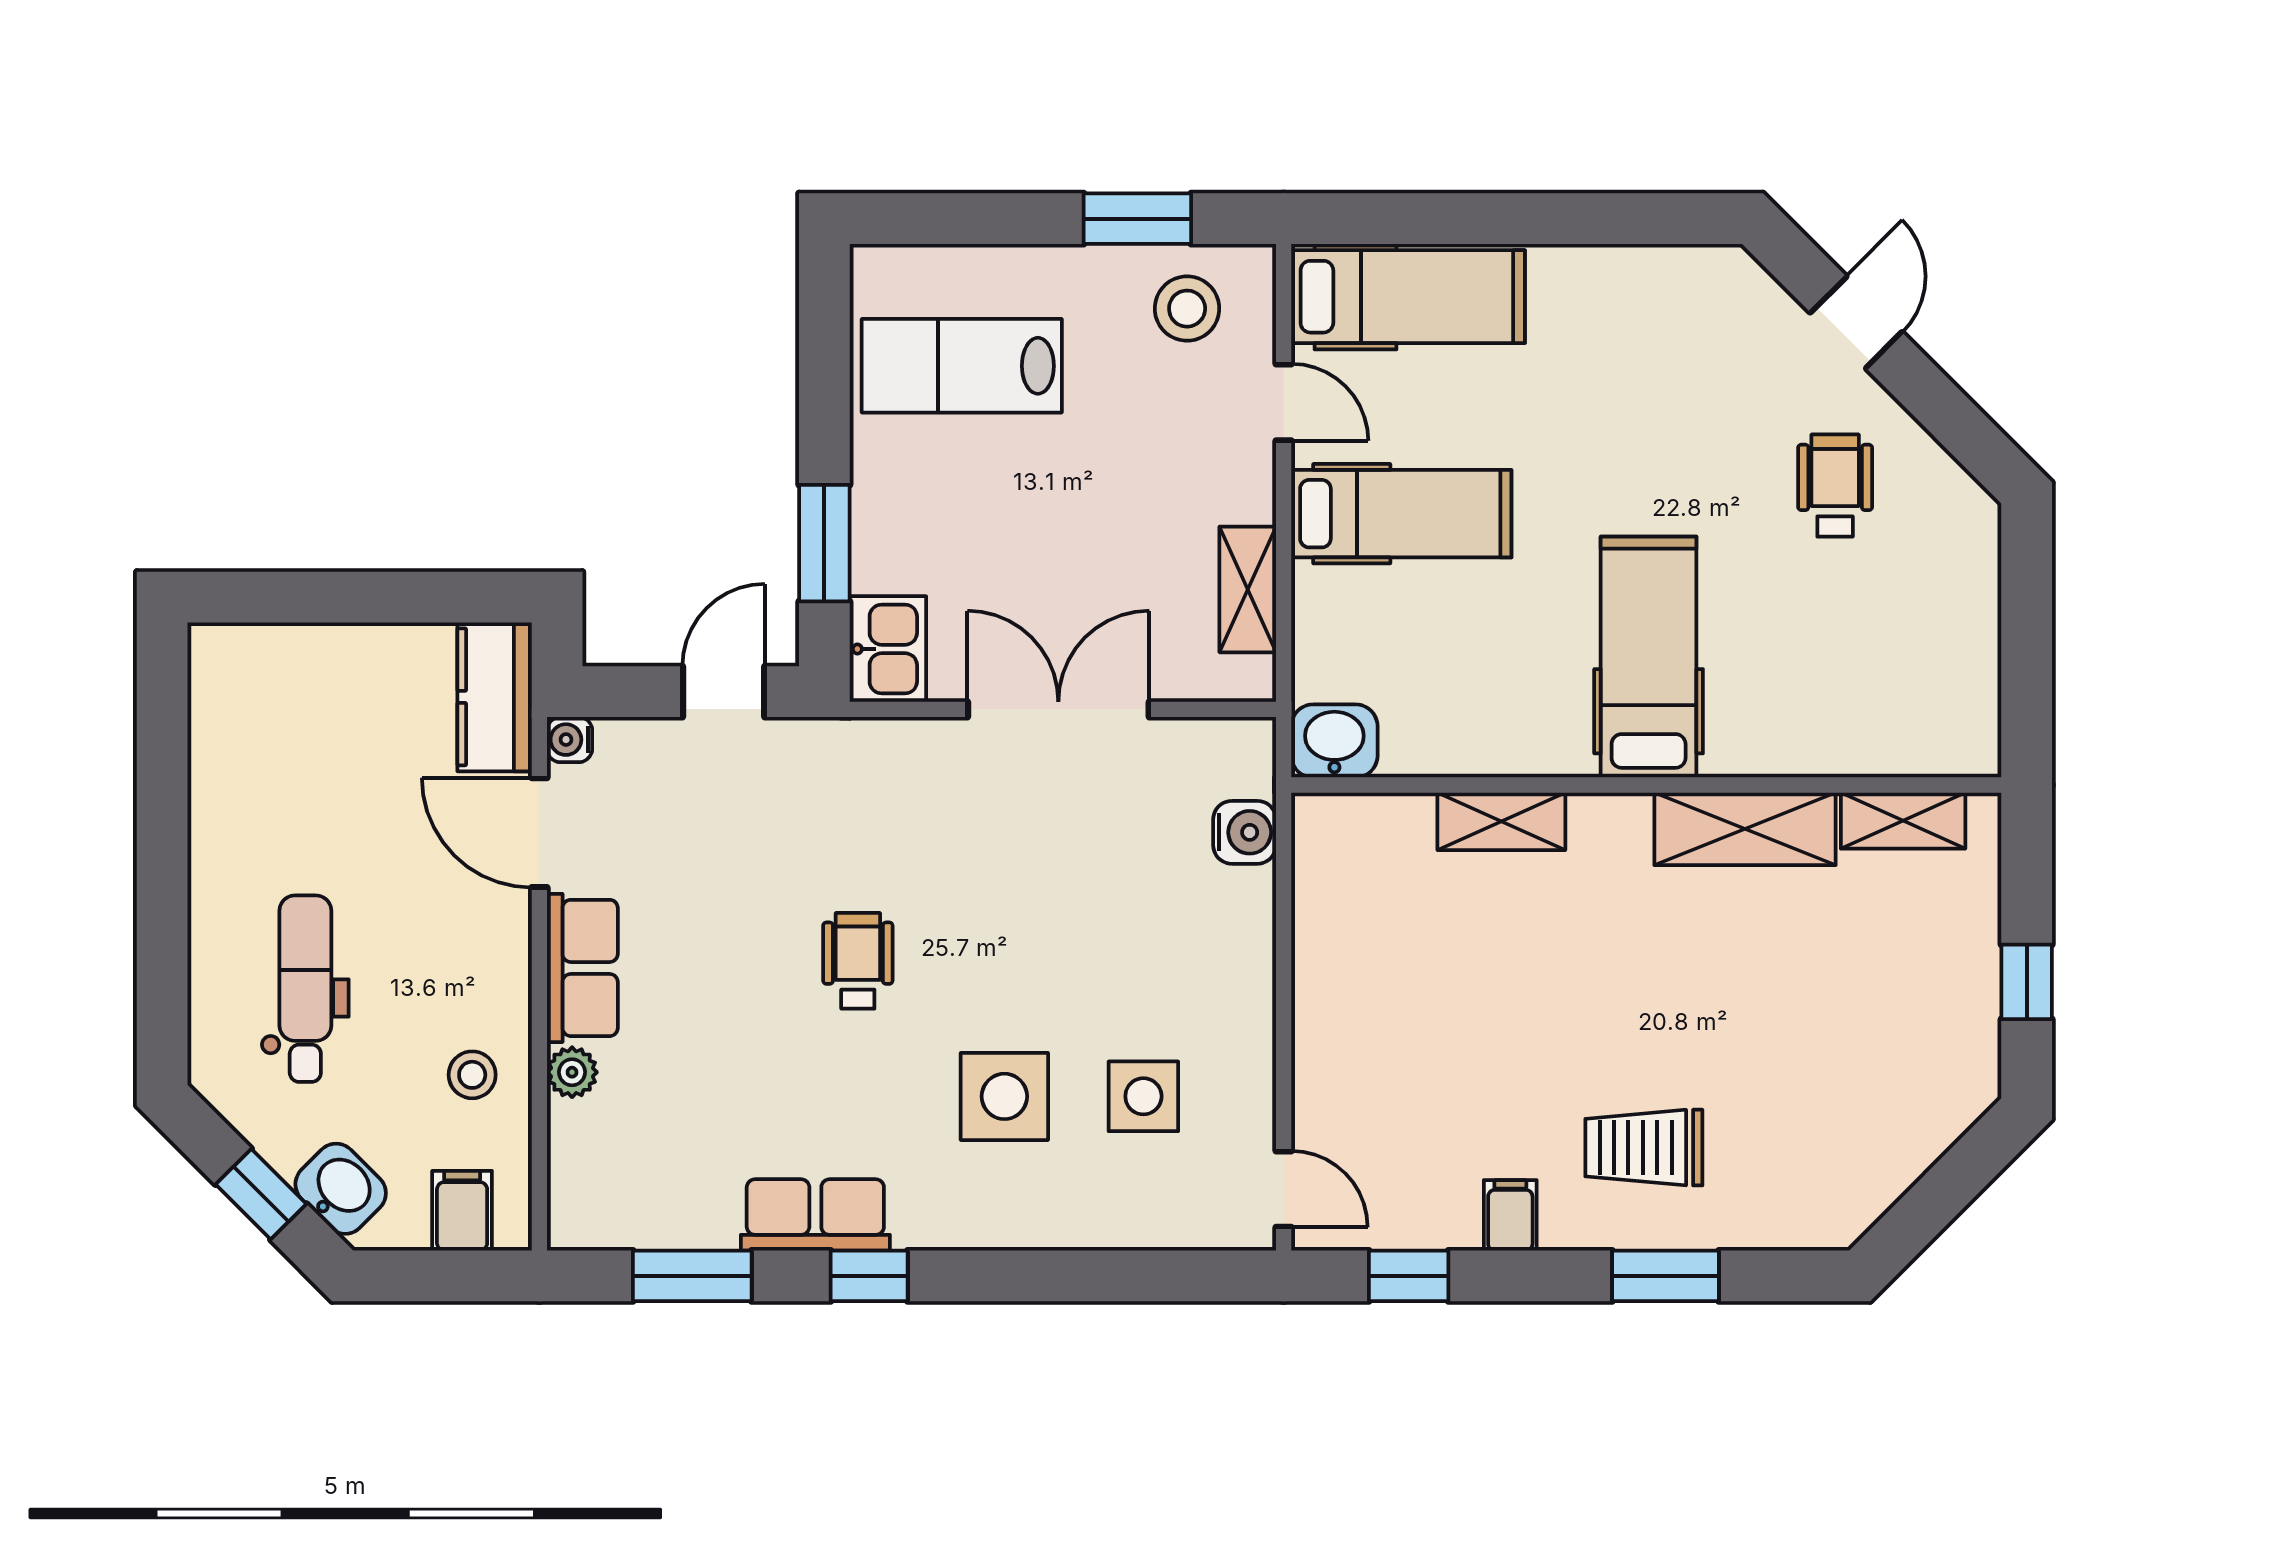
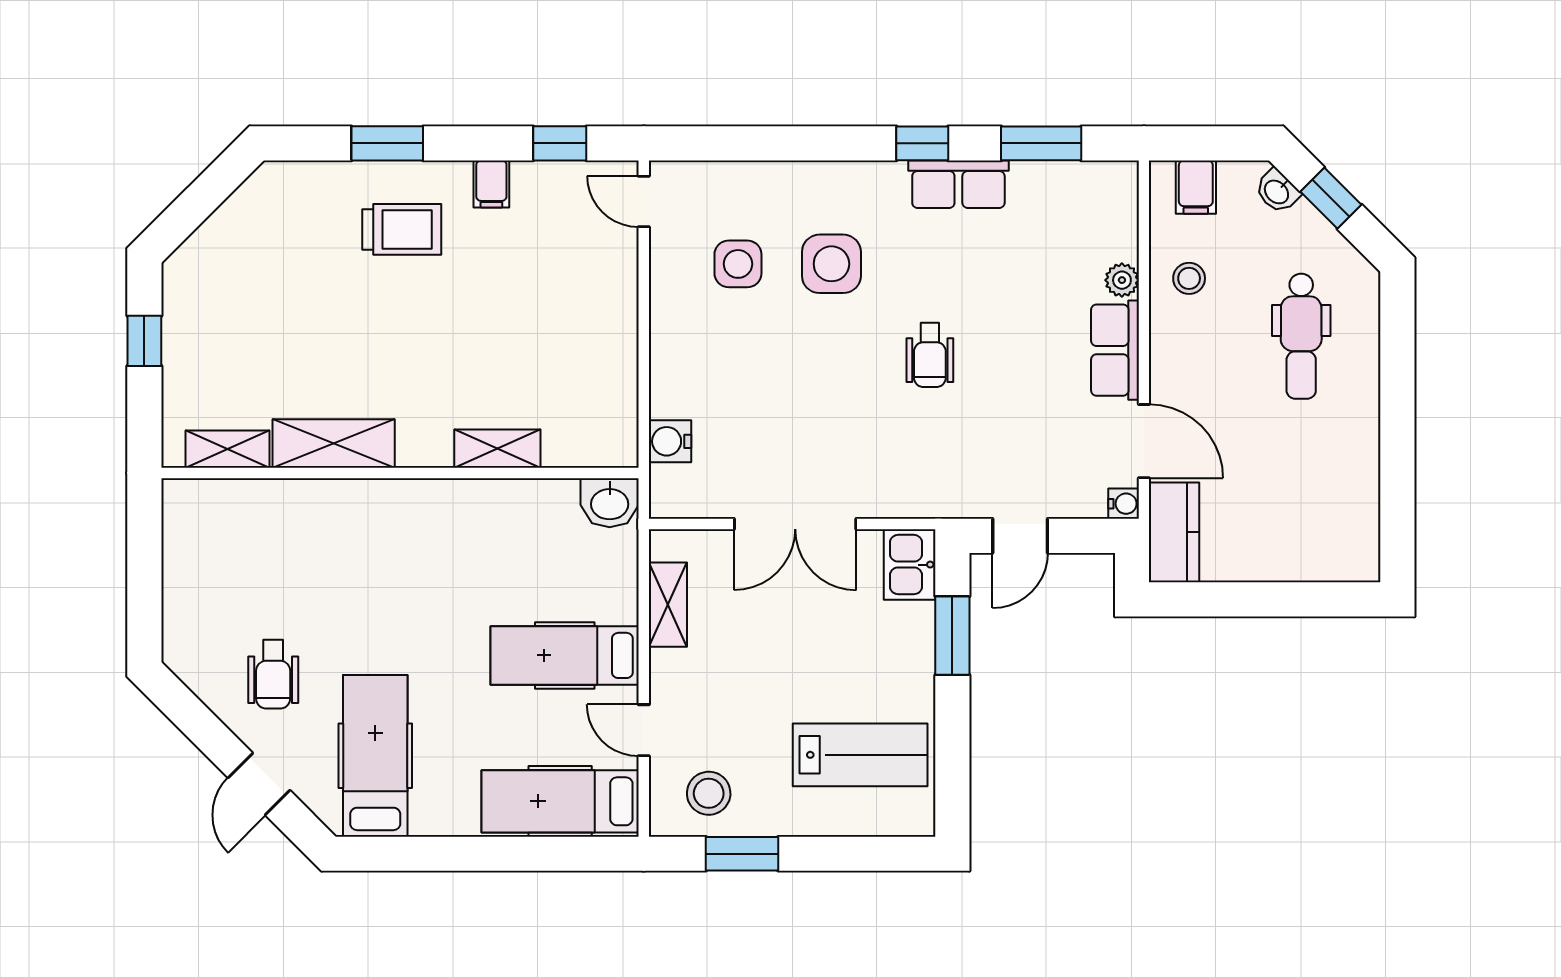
hospital bed: (1649, 657) -> (375, 756), moved, turned 180
washbasin: (341, 1189) -> (1277, 191), width x0.72, depth x0.69

